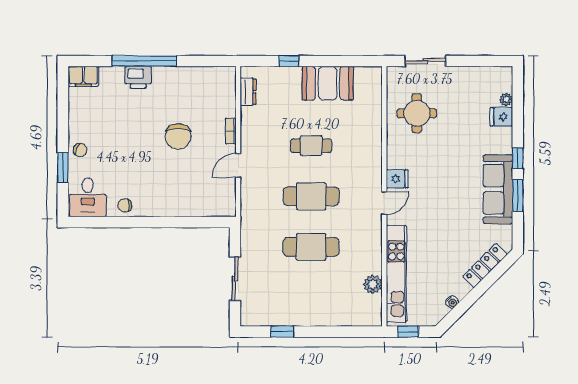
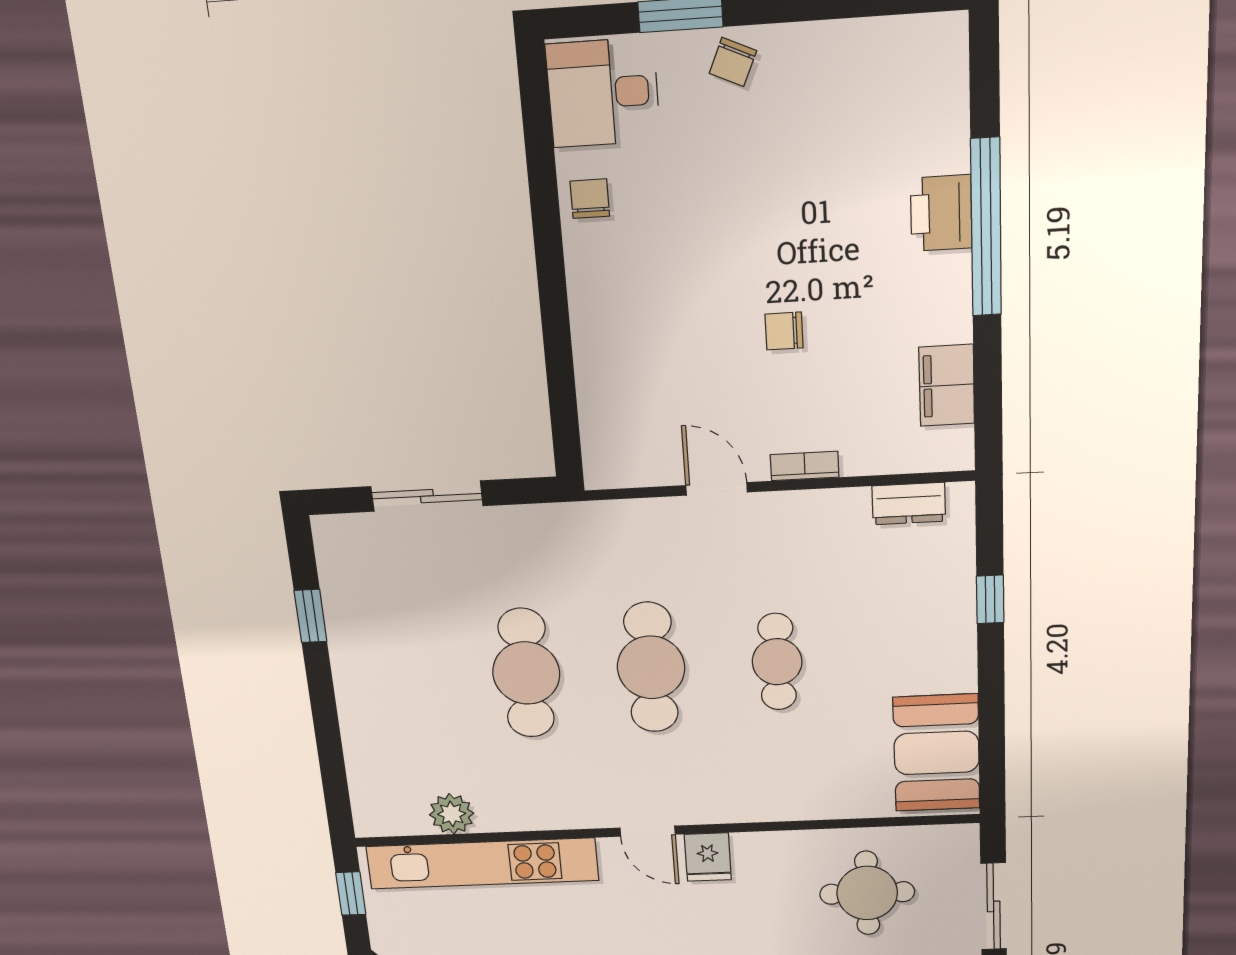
filing cabinet: (83, 76) -> (947, 385), moved
booth: (328, 83) -> (937, 753), moved
chair: (178, 136) -> (784, 331), width x0.54, depth x0.54

